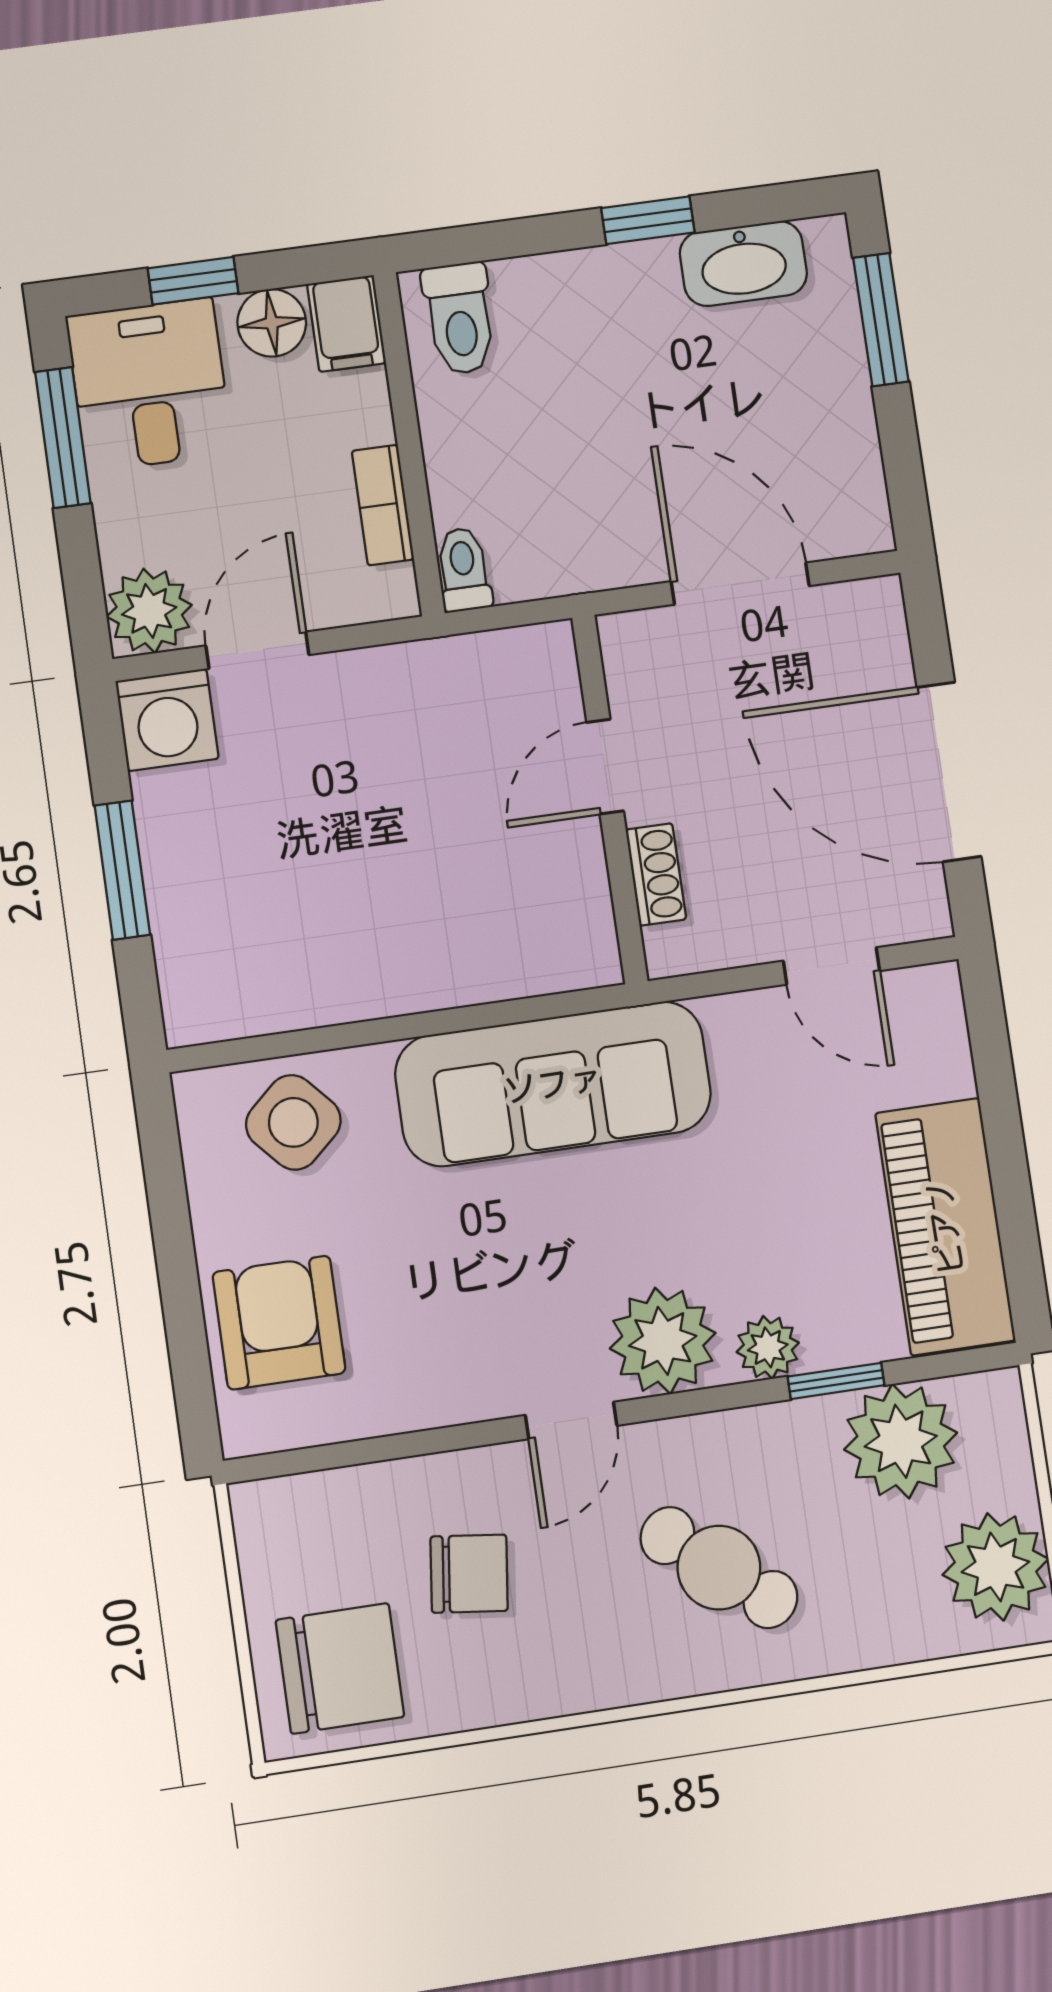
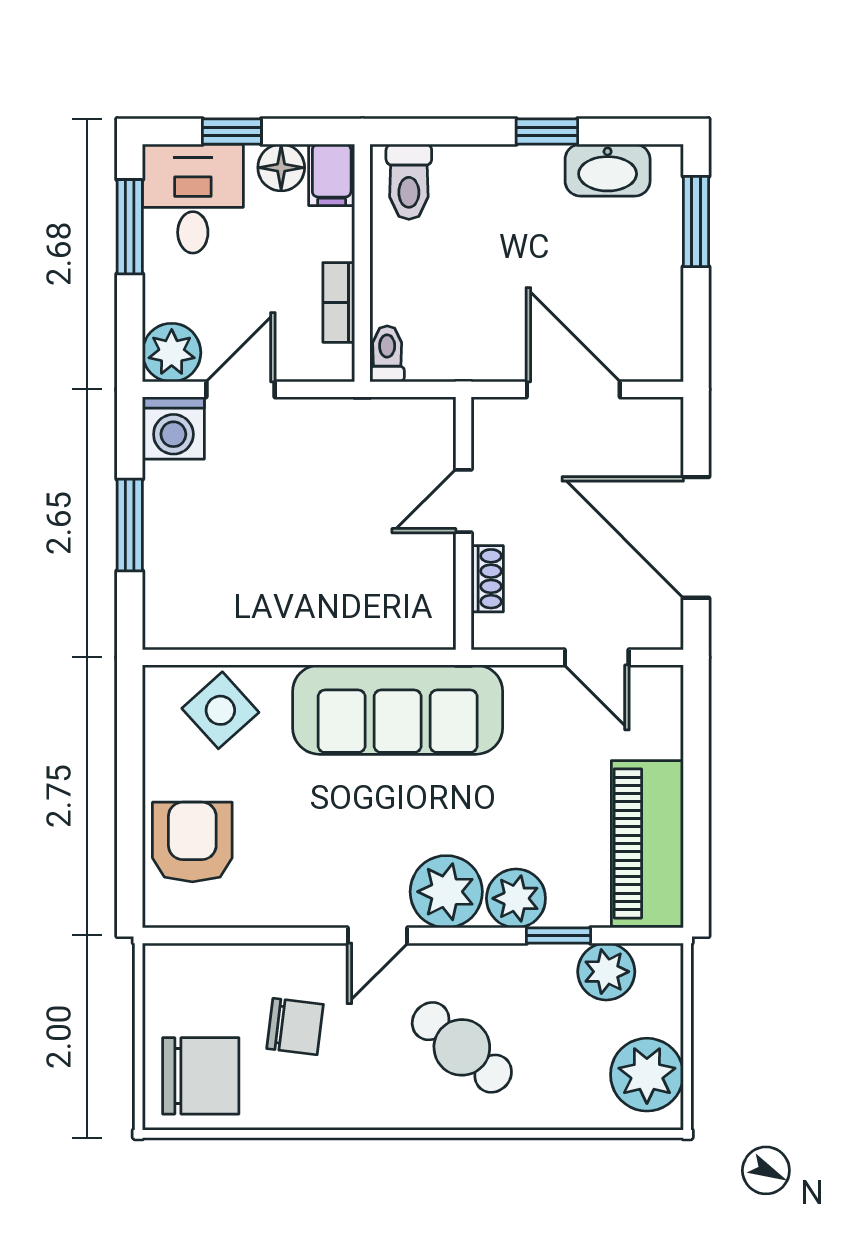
plant: (768, 1347) -> (516, 898), width x1.38, depth x1.38
plant: (901, 1441) -> (606, 972), width x0.73, depth x0.73

